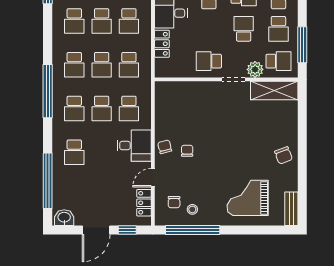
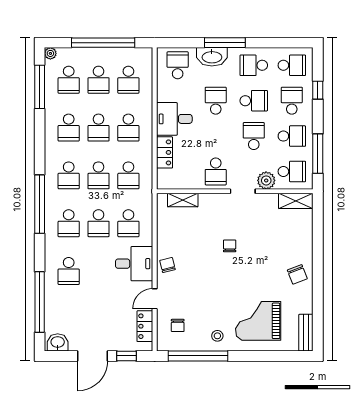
school desk: (278, 29) -> (292, 136), turned -90
school desk: (209, 61) -> (216, 171), turned -90
shelving: (179, 87) -> (183, 200), added
shelving: (274, 90) -> (296, 201), width x0.67, depth x0.75
chair: (187, 151) -> (230, 246), moved
stool: (192, 209) -> (217, 336), moved

